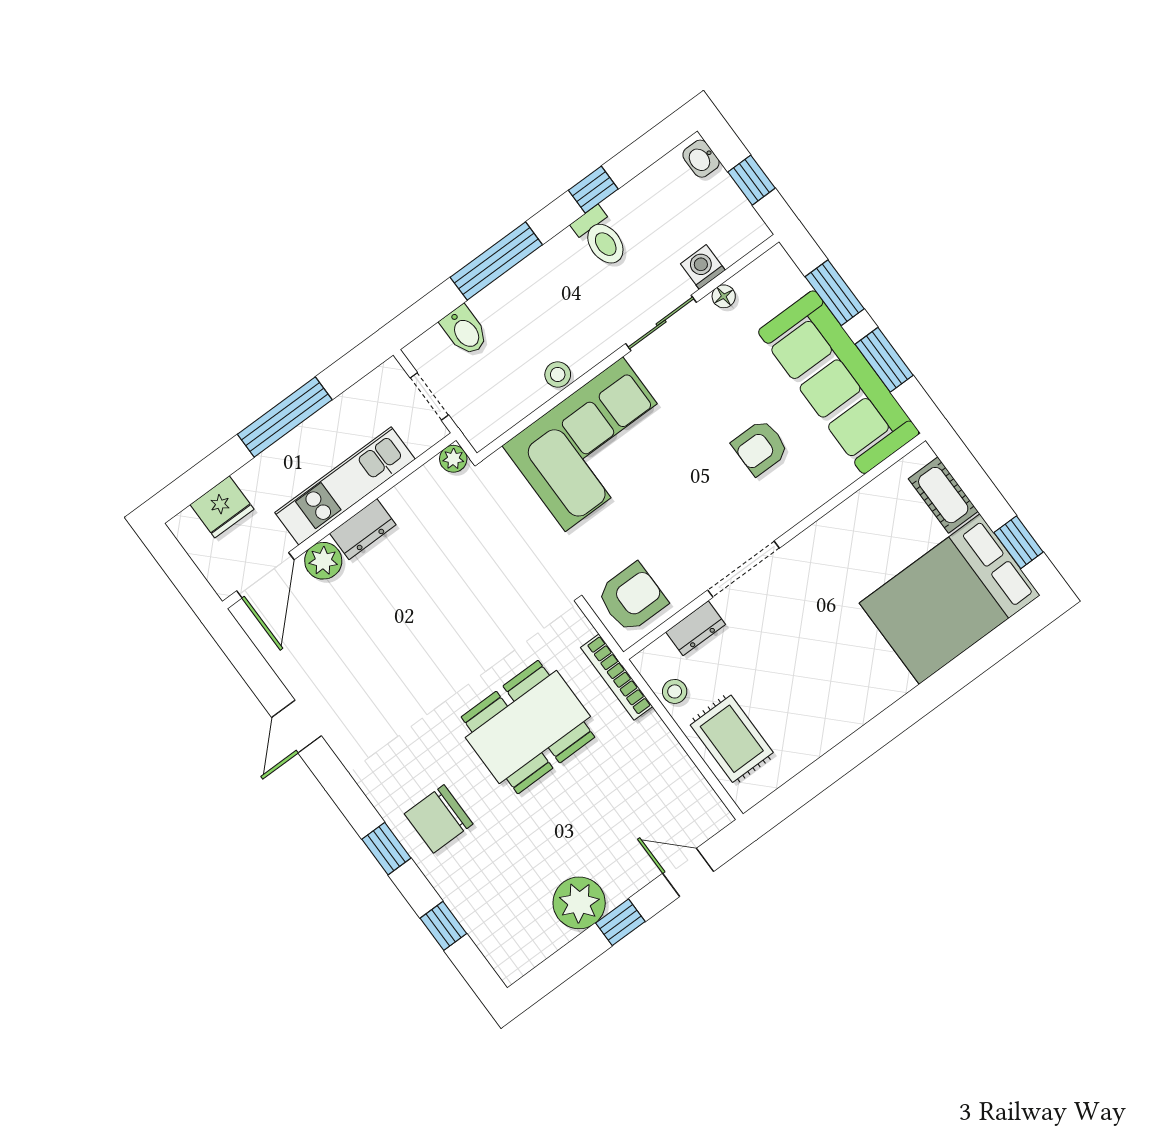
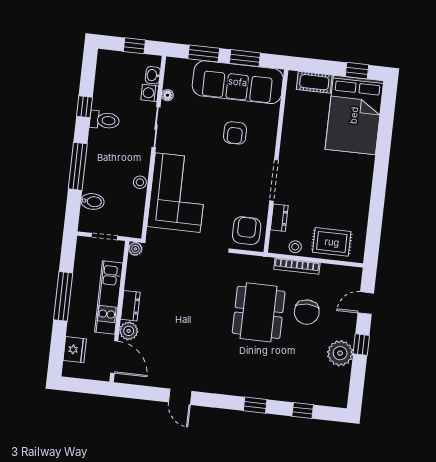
washbasin: (701, 159) -> (153, 75), moved, turned 90
bookcase: (617, 677) -> (297, 266), moved
chair: (439, 819) -> (307, 312), moved

